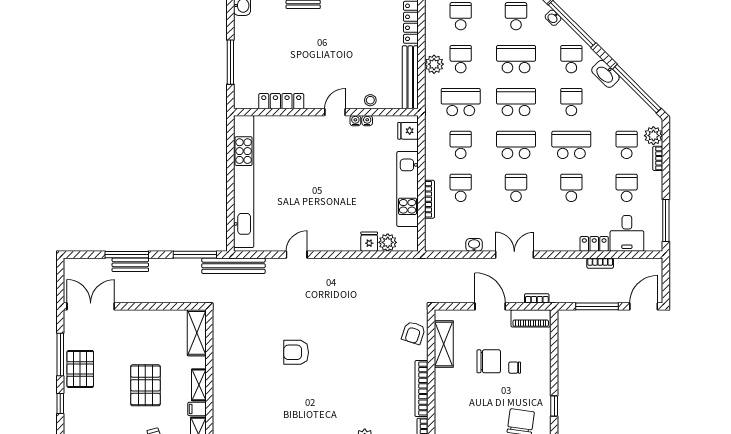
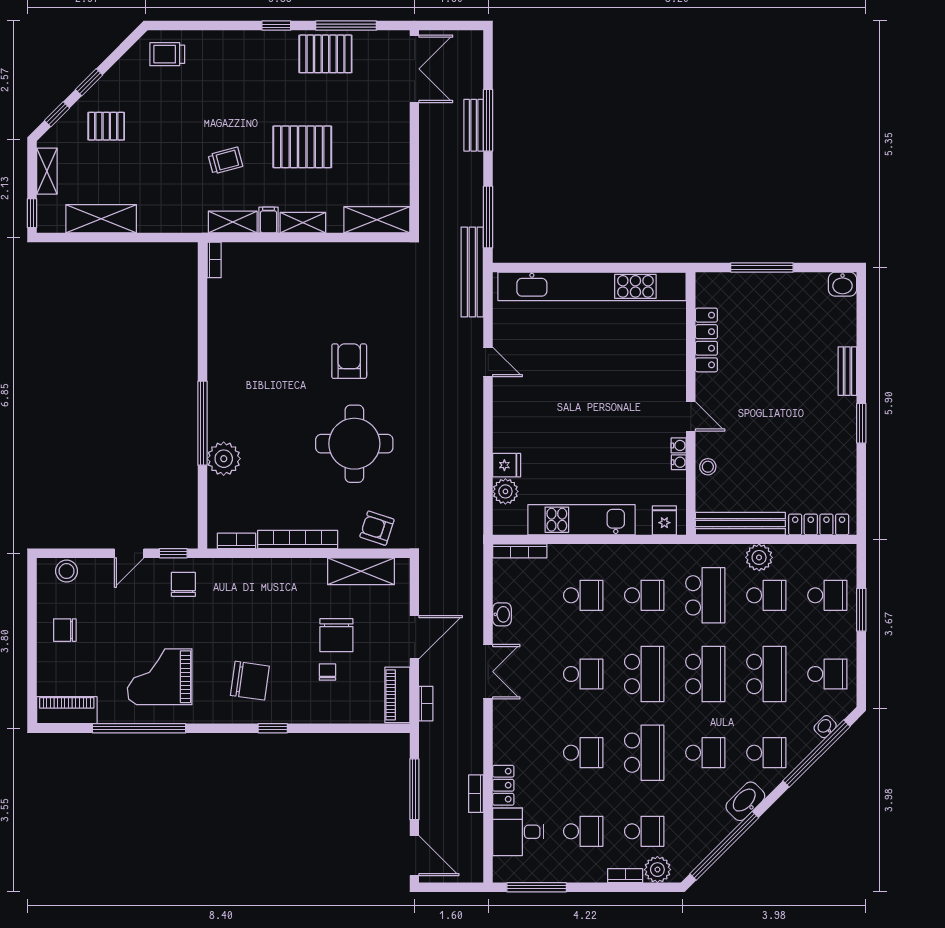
bookcase: (430, 199) -> (520, 551), moved
round table: (354, 349) -> (354, 444), added

